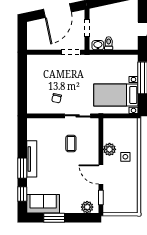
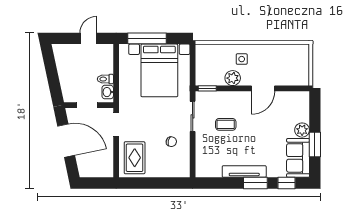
rug: (43, 68) -> (135, 158), added
bed with nightstands: (116, 95) -> (159, 70), width x1.36
window: (101, 197) -> (207, 88), moved
plant: (87, 207) -> (302, 130), moved

